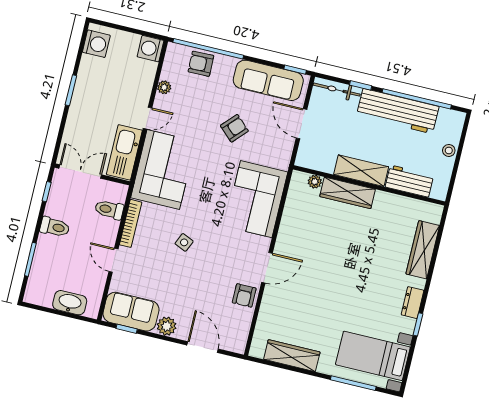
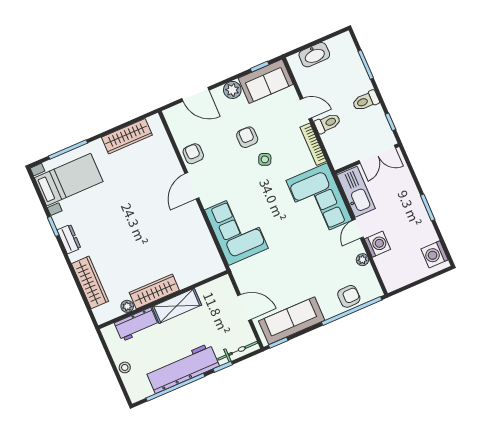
washing machine: (150, 49) -> (377, 244), moved
armchair: (234, 128) -> (247, 137), moved, turned 137
plant: (315, 182) -> (127, 306), moved
wardrobe: (348, 193) -> (154, 291), moved
toilet: (109, 210) -> (328, 123), moved

